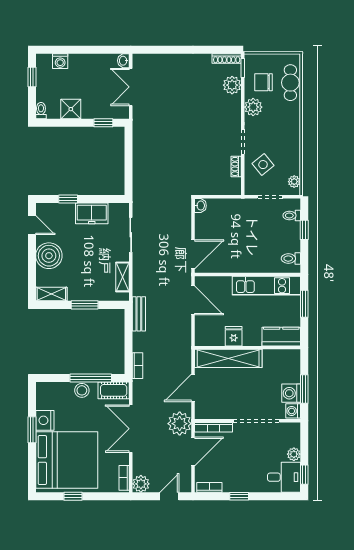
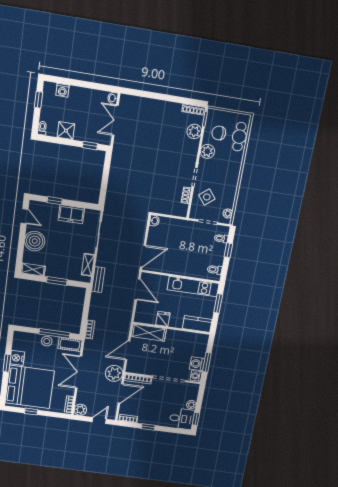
bench: (139, 314) -> (98, 280), moved
shelving: (228, 358) -> (149, 333), width x0.68

